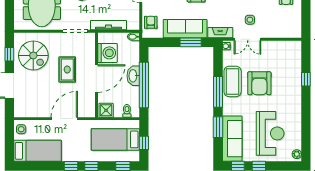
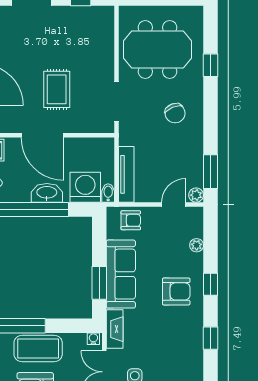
tv unit: (108, 25) -> (126, 174), moved
washing machine: (107, 53) -> (85, 187), moved, turned 180
spiral stairs: (33, 56) -> (79, 36), removed
rug: (67, 70) -> (57, 89), turned 90

